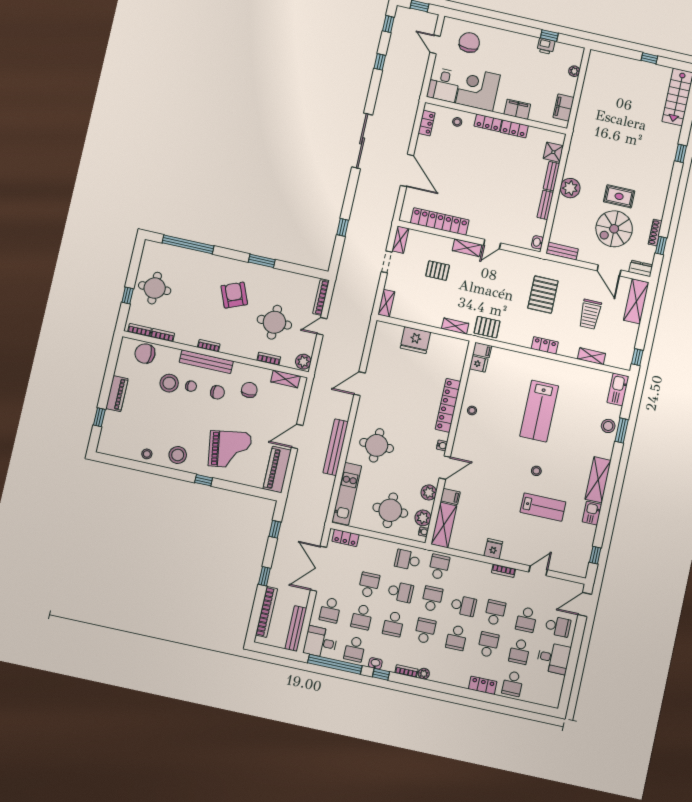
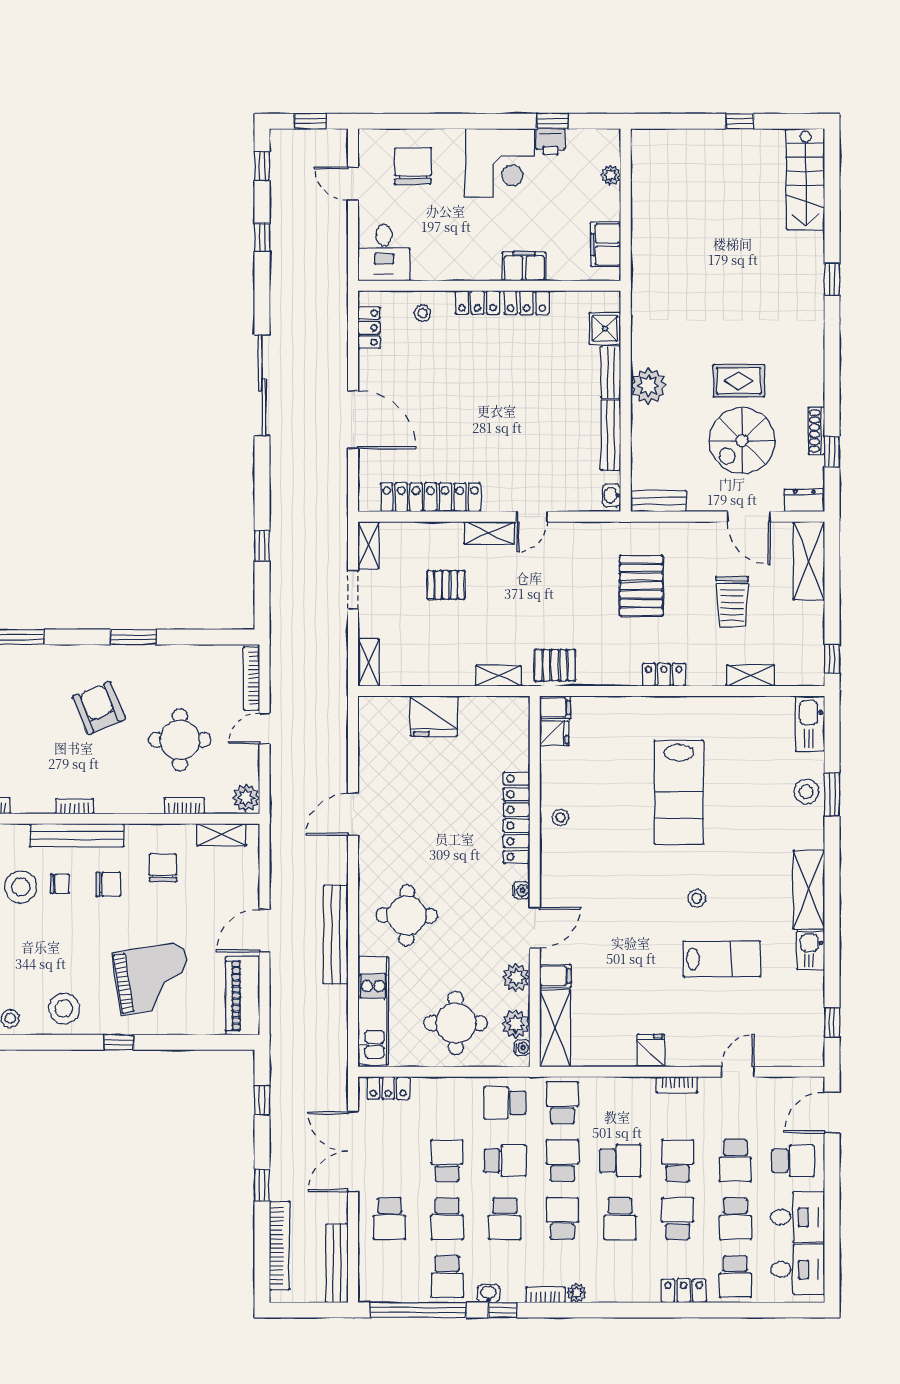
corner desk: (478, 89) -> (500, 163), moved, turned 180
bench: (545, 205) -> (611, 435), width x1.36
desk: (320, 642) -> (798, 1269), moved, turned 180

